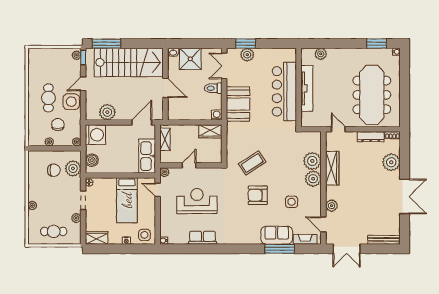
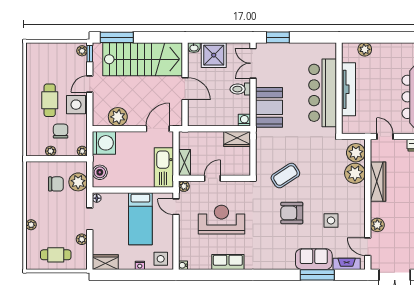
plant: (247, 55) -> (280, 50), removed
shelving: (165, 139) -> (184, 163), moved
plant: (313, 179) -> (356, 153), moved

